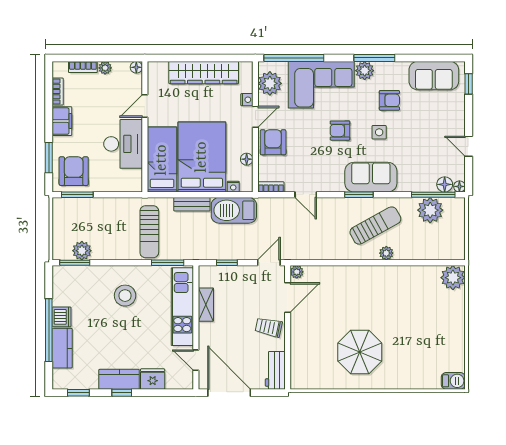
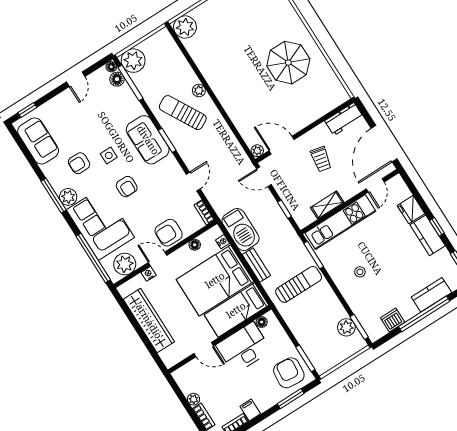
floor lamp: (136, 67) -> (262, 322), moved
armchair: (389, 100) -> (79, 163), turned -90
filing cabinet: (62, 121) -> (250, 410), width x0.50
armchair: (74, 171) -> (289, 373), turned 95
plant: (430, 210) -> (133, 61), moved
stool: (125, 296) -> (360, 272), width x0.53, depth x0.53
dishwasher: (62, 317) -> (393, 320), moved
trolley: (269, 327) -> (321, 159), moved

